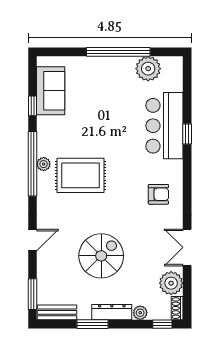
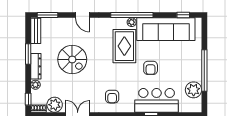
sofa: (51, 91) -> (166, 29), width x1.85, depth x1.27
window: (32, 106) -> (183, 15), moved
armchair: (114, 135) -> (151, 68), added

